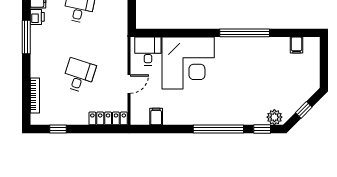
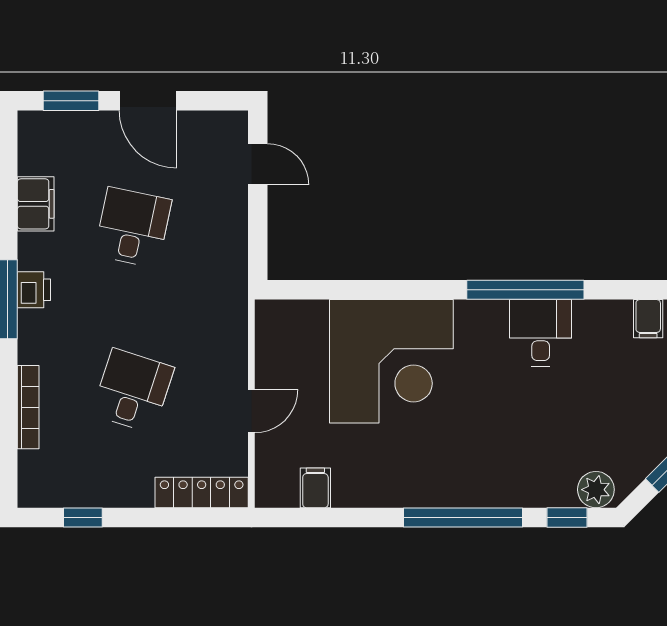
printer: (37, 17) -> (34, 290), moved
desk: (148, 51) -> (541, 333), moved
bookcase: (35, 95) -> (28, 407), moved

